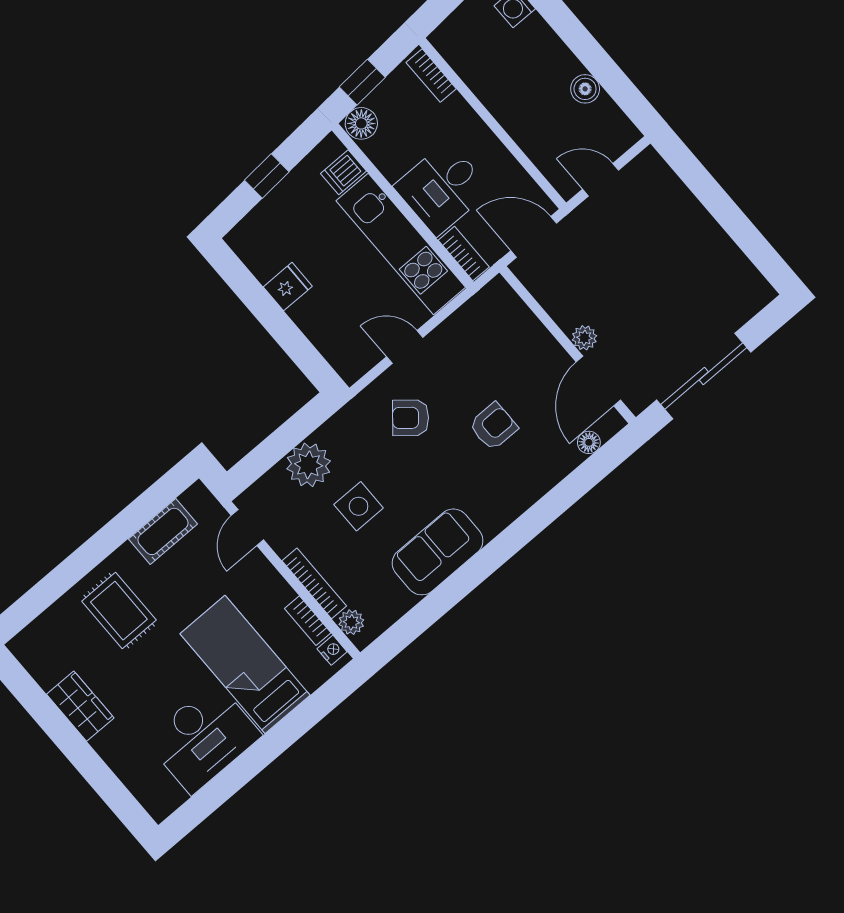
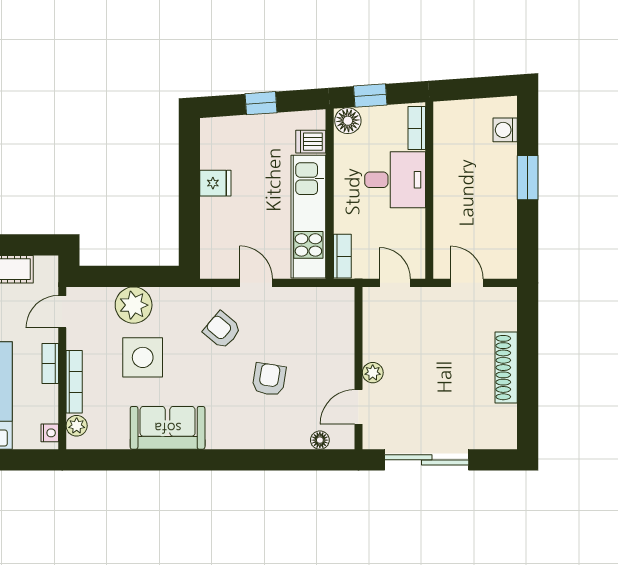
window: (574, 34) -> (528, 178), added
boiler: (585, 89) -> (505, 218), removed
desk: (442, 188) -> (395, 180), moved, turned 180
shoe rack: (704, 227) -> (506, 368), added
door: (534, 237) -> (395, 283), width x0.73
door: (598, 381) -> (358, 407), width x0.73
armchair: (493, 426) -> (269, 379), turned -81
side table: (359, 506) -> (143, 357), width x1.37, depth x1.37
bookcase: (308, 621) -> (50, 364), moved

